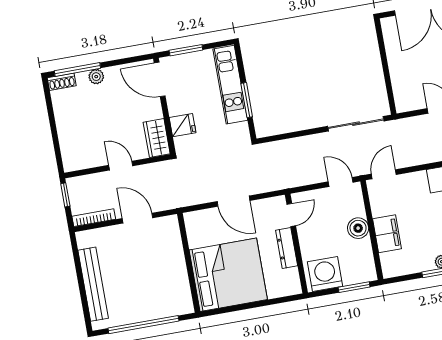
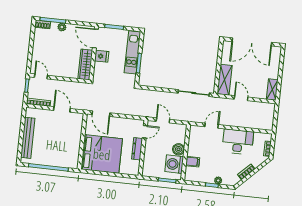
shelving: (402, 85) -> (225, 80), added
fridge: (183, 125) -> (102, 56), moved
wardrobe: (157, 138) -> (85, 64), width x1.50
door: (121, 166) -> (41, 76), moved
door: (384, 174) -> (212, 126), moved
door: (341, 182) -> (163, 120), moved
door: (234, 201) -> (101, 114), moved
filing cabinet: (387, 234) -> (193, 162), width x0.50
washing machine: (325, 274) -> (174, 164), moved, turned -90

